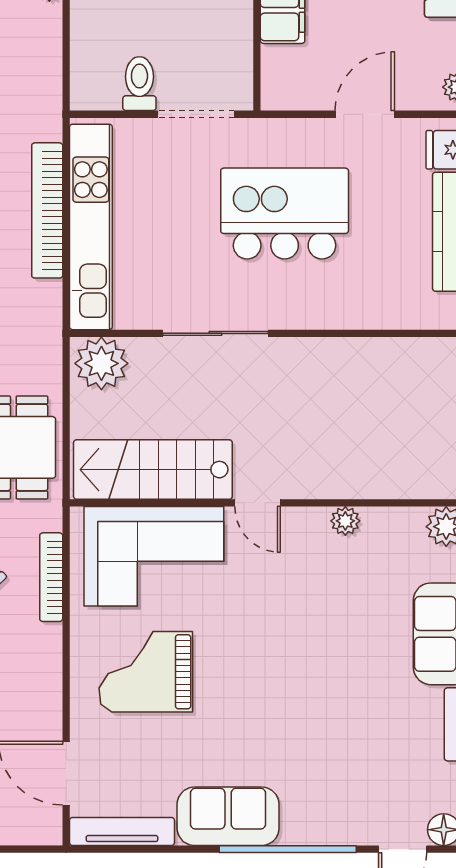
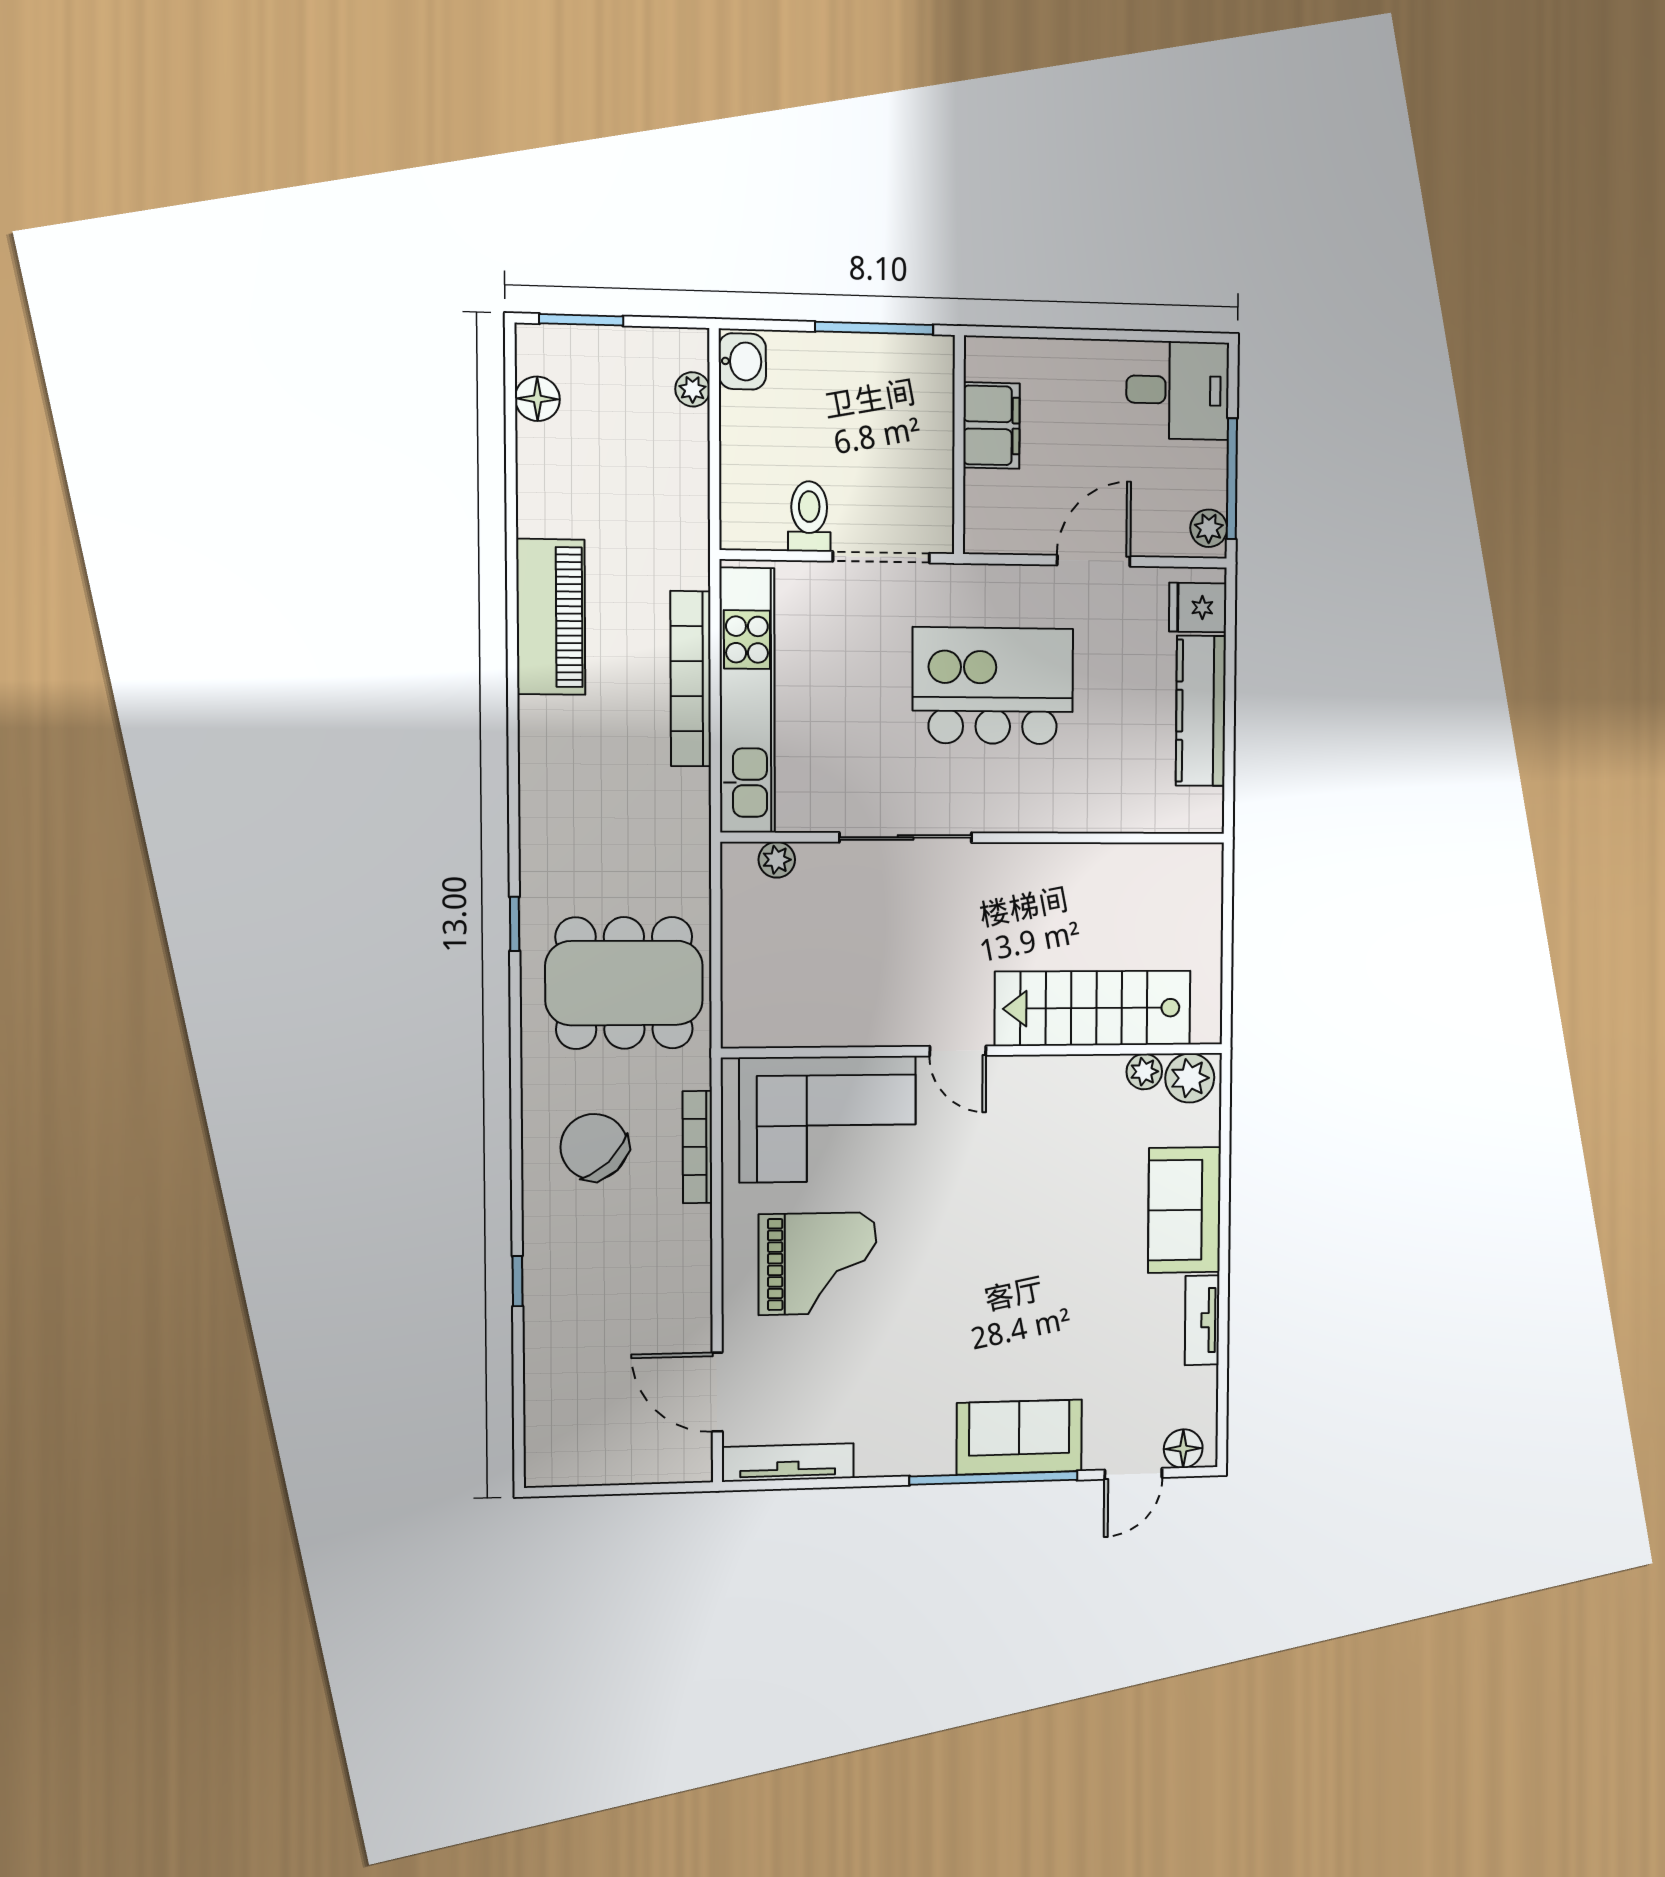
plant: (101, 363) -> (777, 860), width x0.53, depth x0.53
stairs: (153, 470) -> (1093, 1008), moved
plant: (345, 521) -> (1144, 1072), moved
grand piano: (146, 672) -> (818, 1264), turned 180
sofa: (228, 816) -> (1019, 1437), moved

